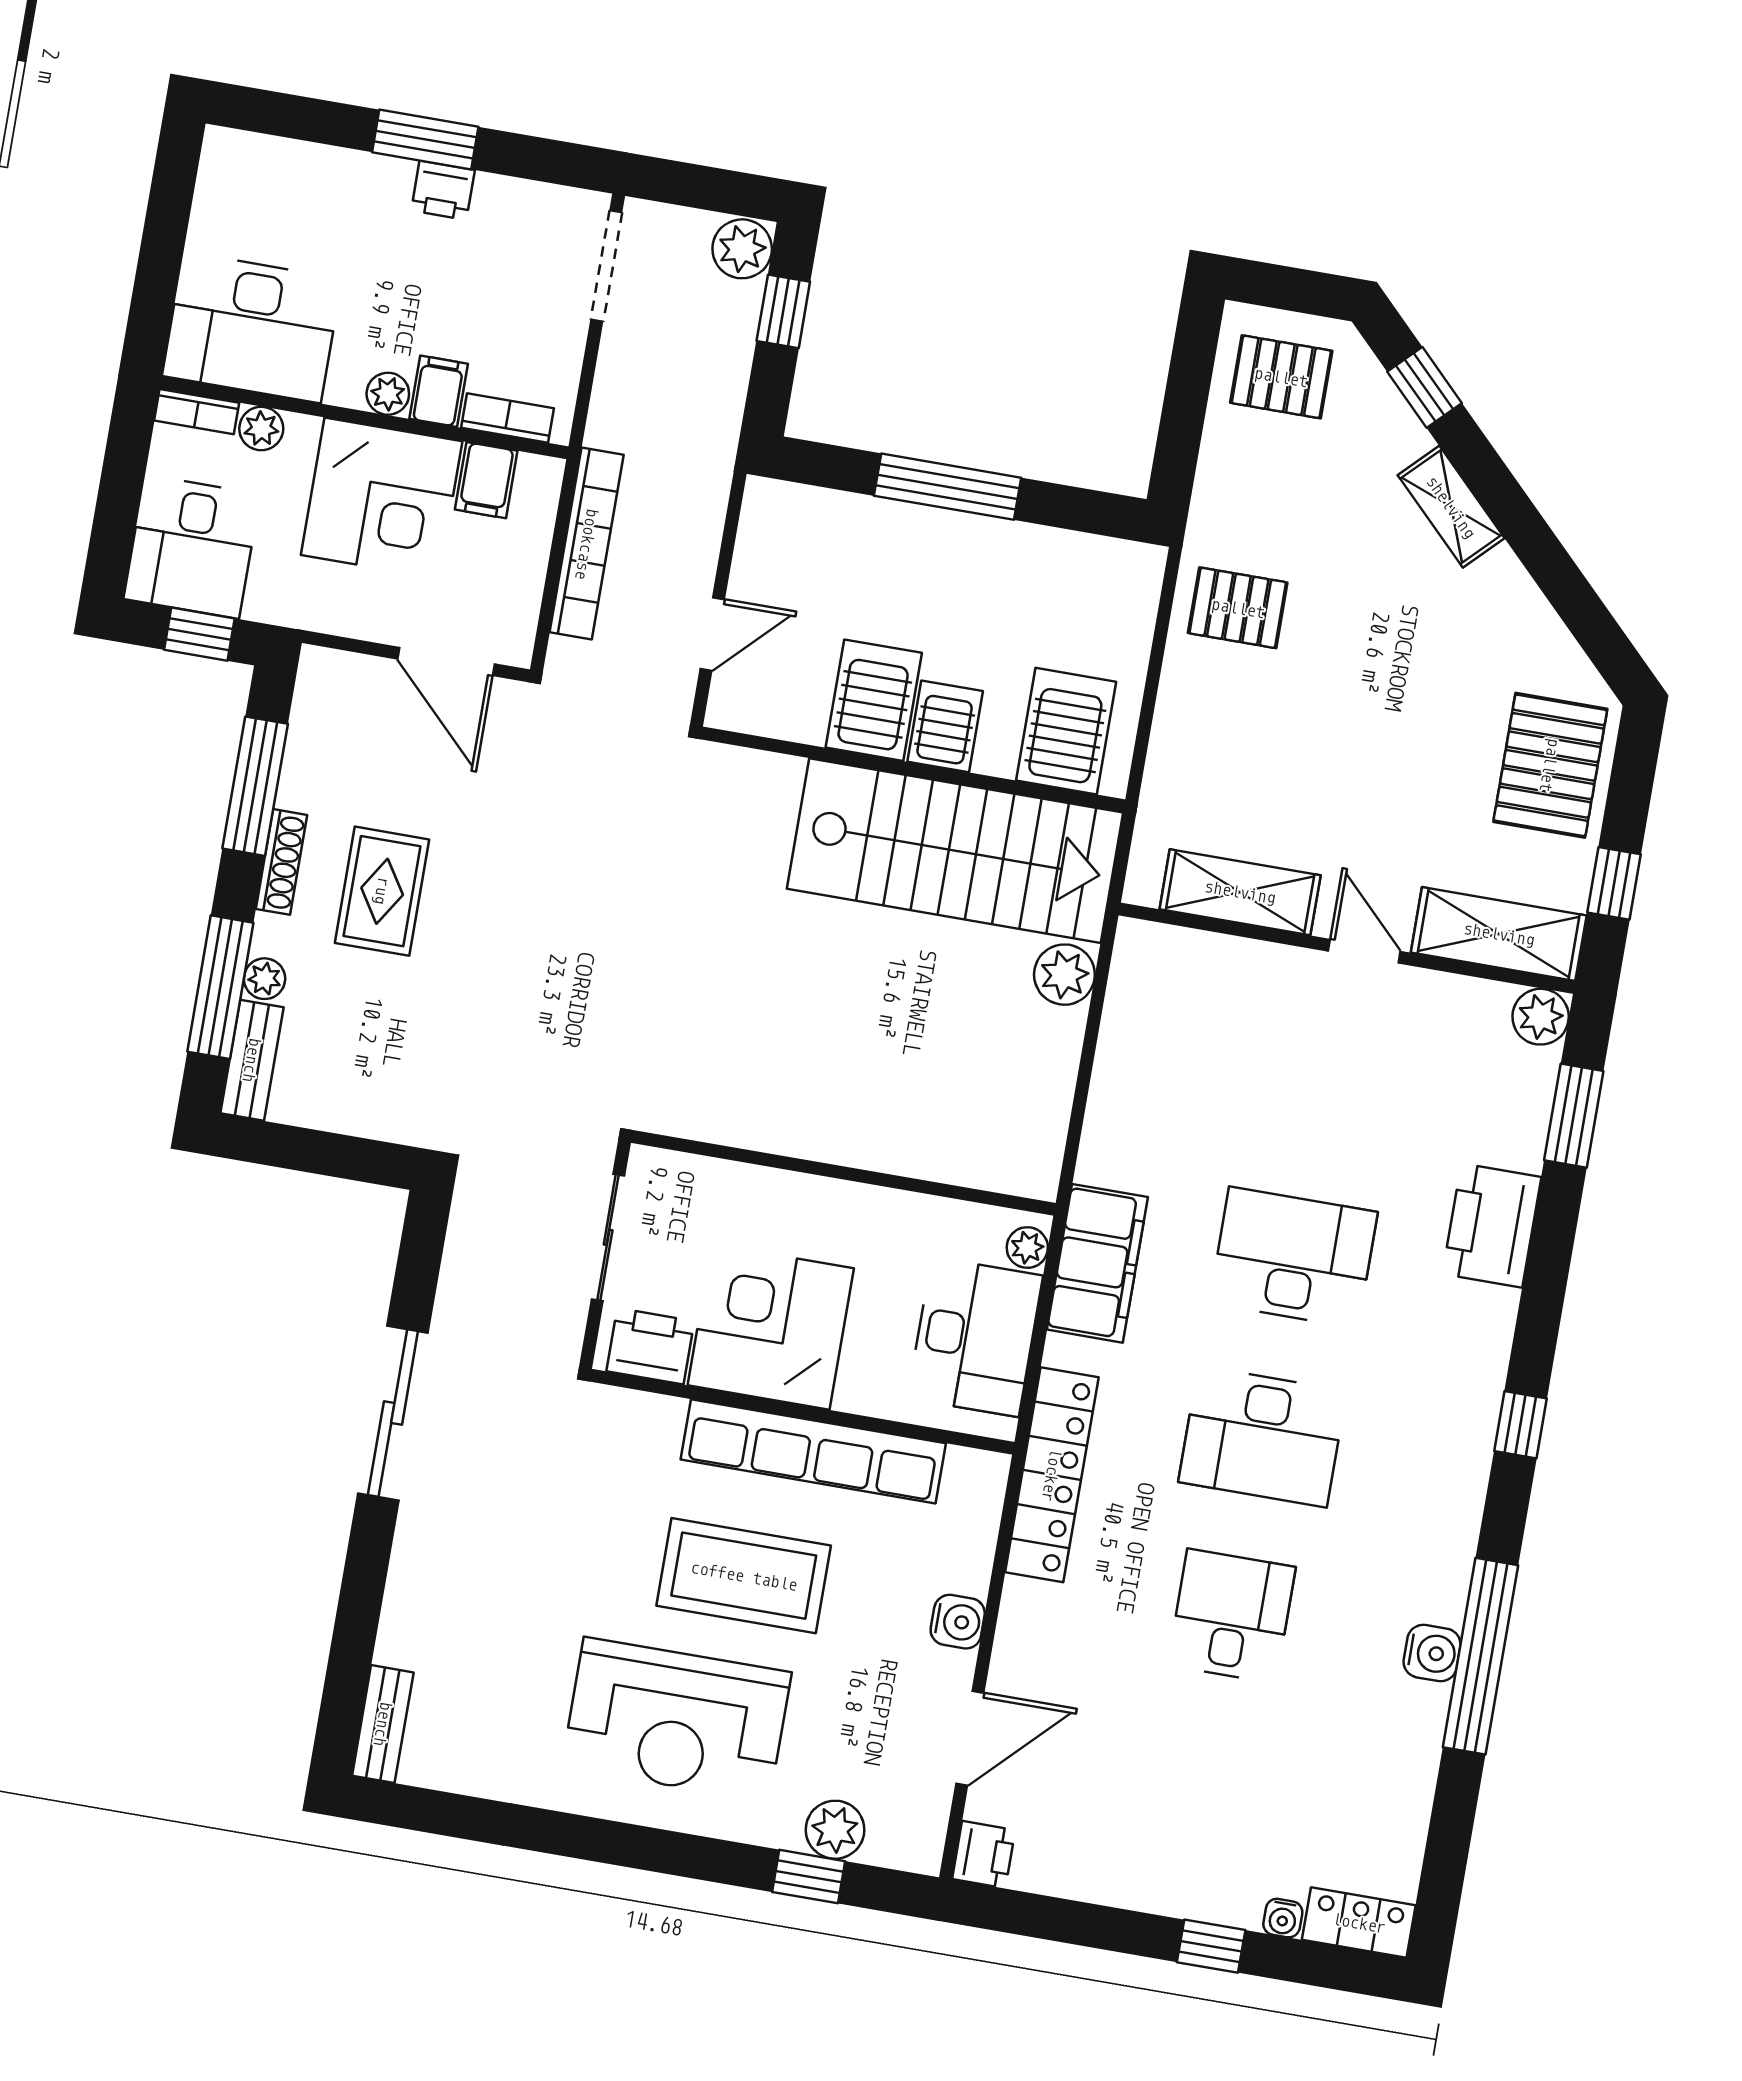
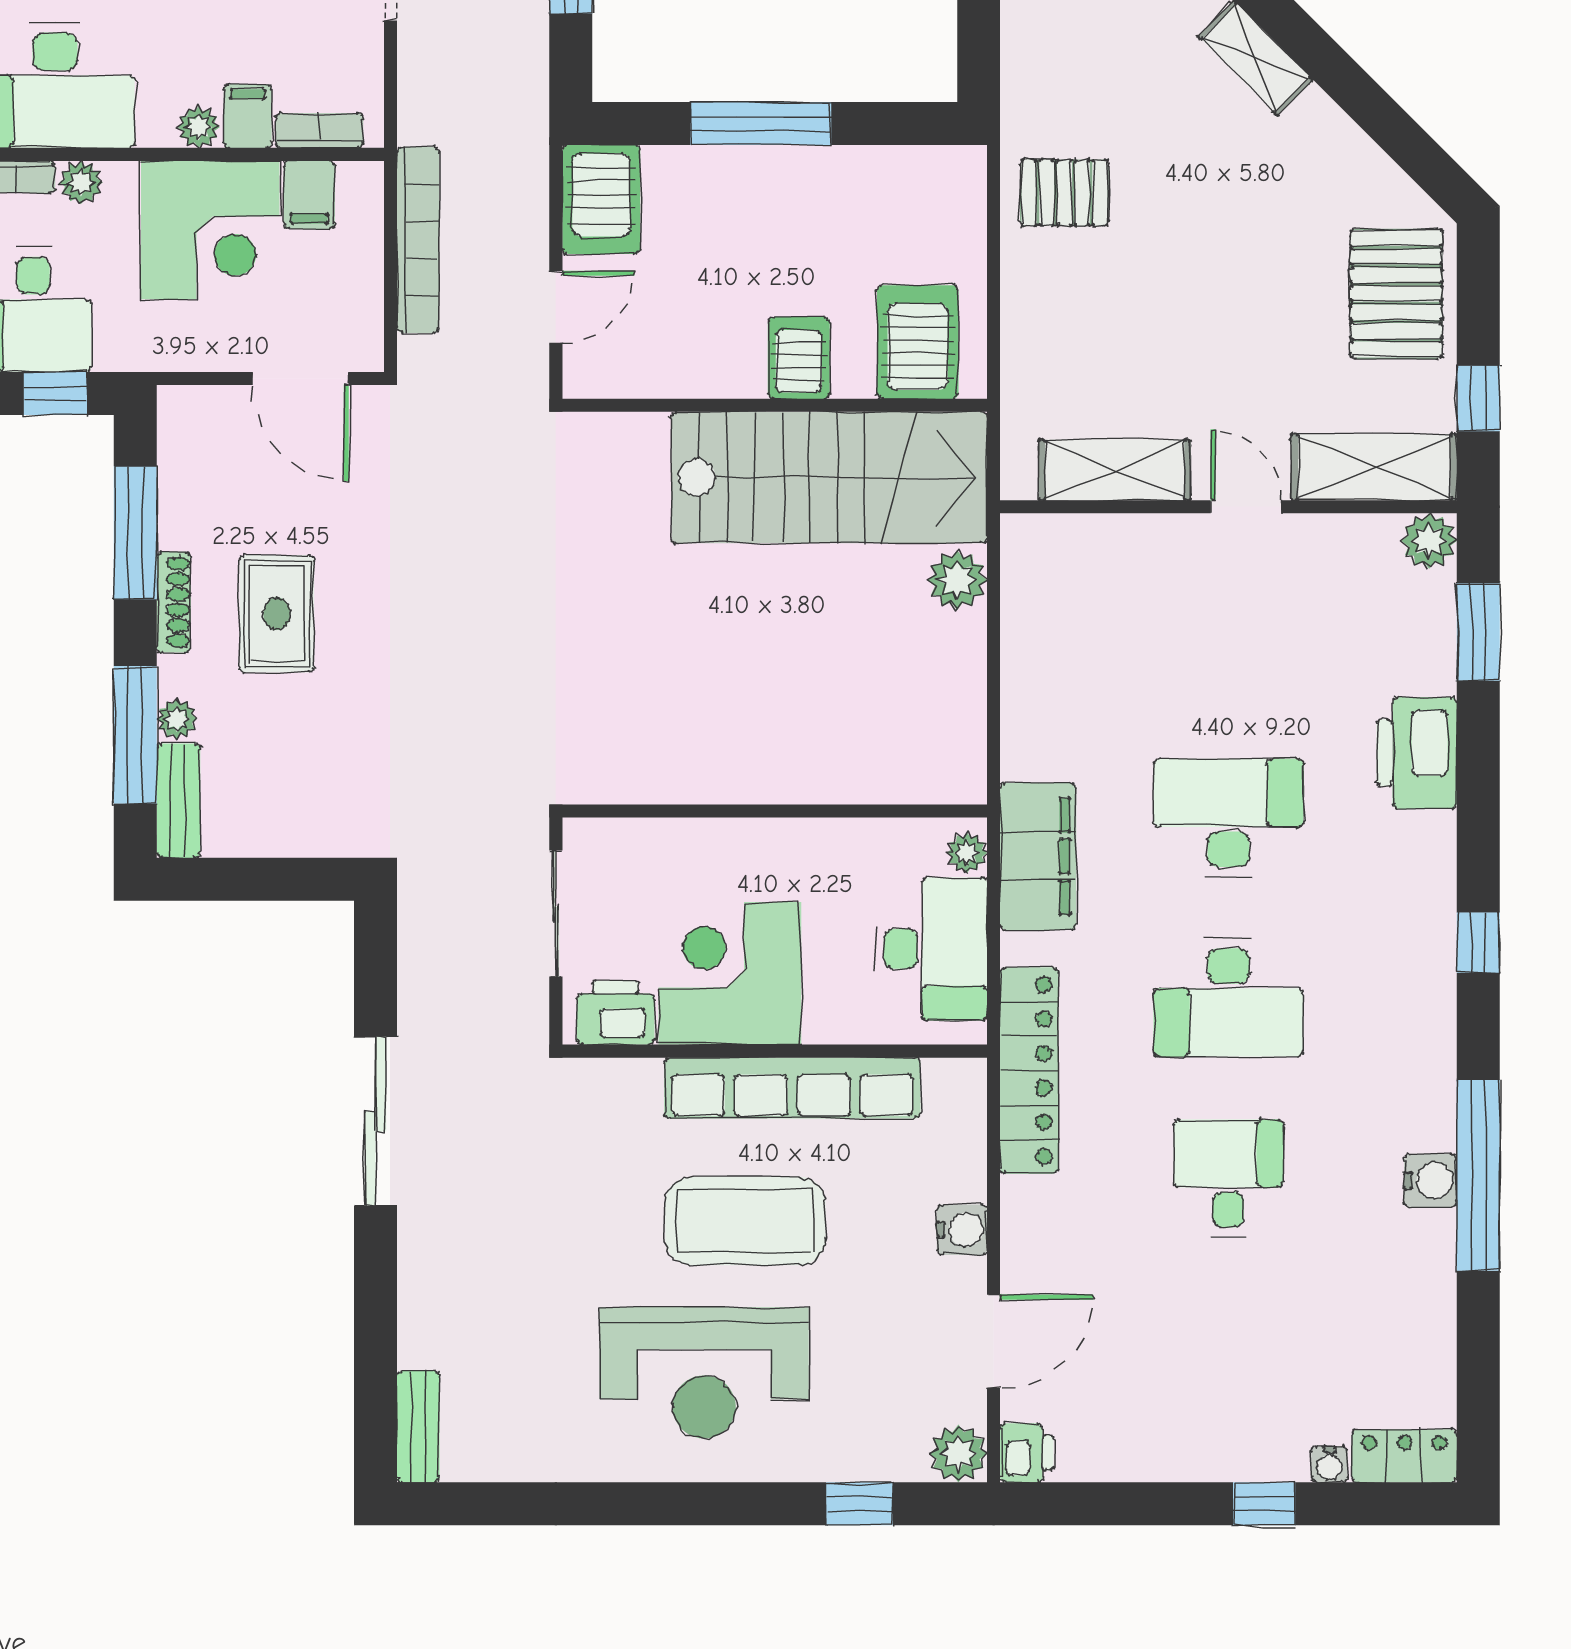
server rack: (874, 700) -> (601, 199), moved, turned 180
plant: (835, 1830) -> (958, 1454), moved

